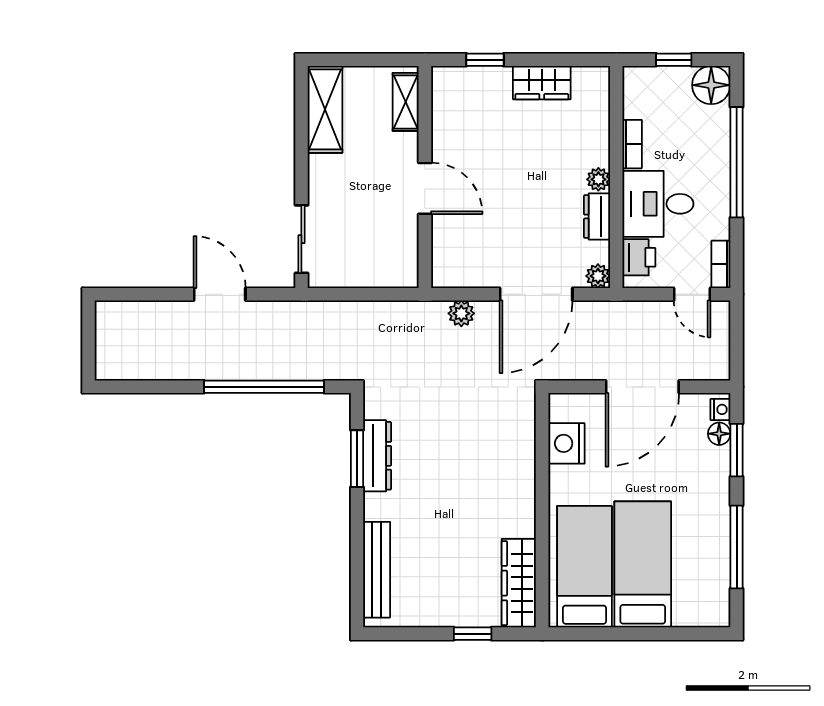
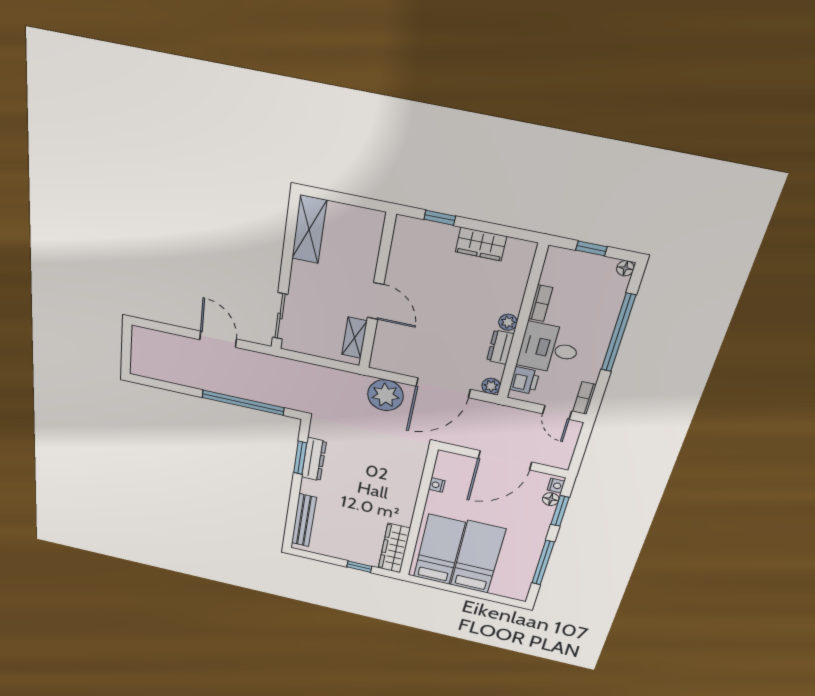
floor lamp: (711, 85) -> (625, 268), width x0.53, depth x0.53
shelving: (406, 102) -> (354, 338), moved
plant: (461, 313) -> (385, 395), width x1.88, depth x1.88
nightstand: (566, 443) -> (437, 485), width x0.53, depth x0.56

